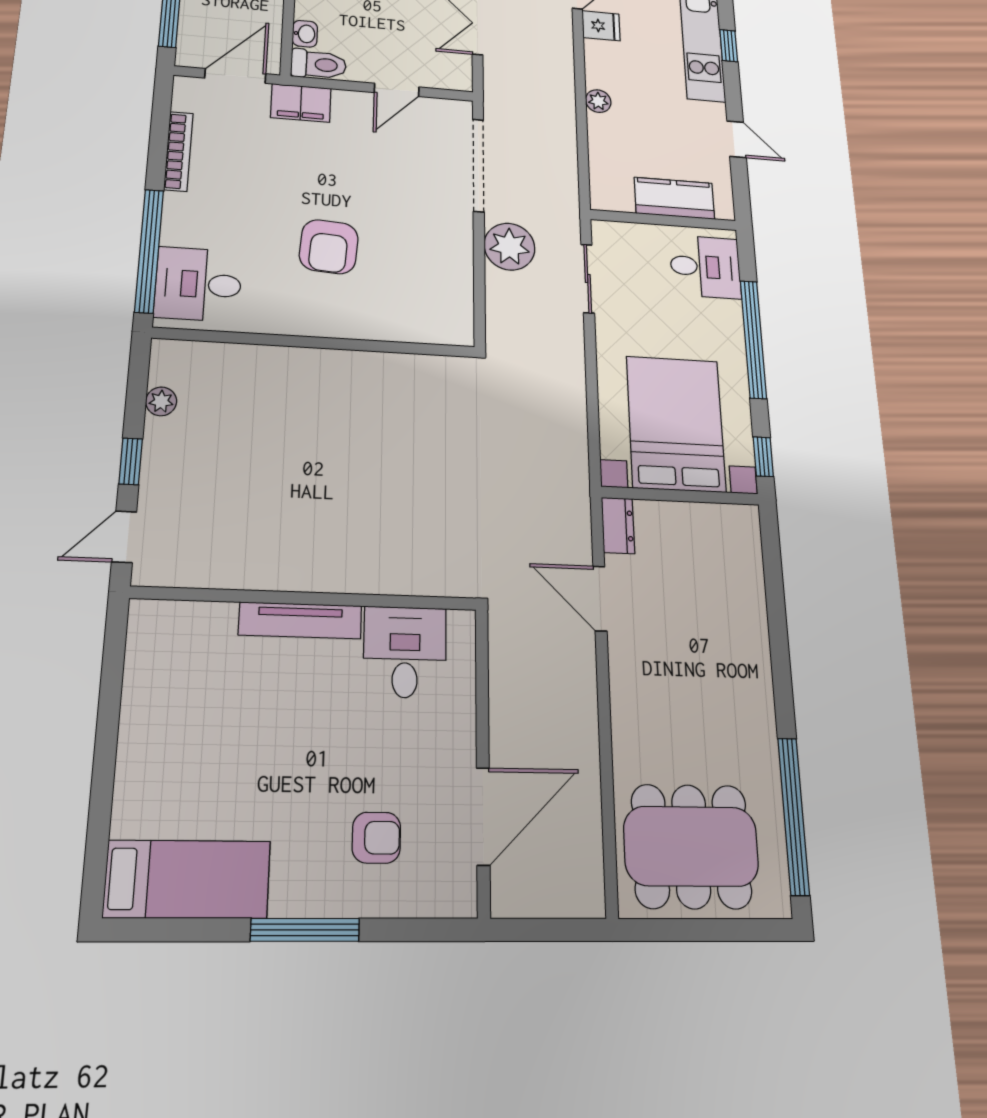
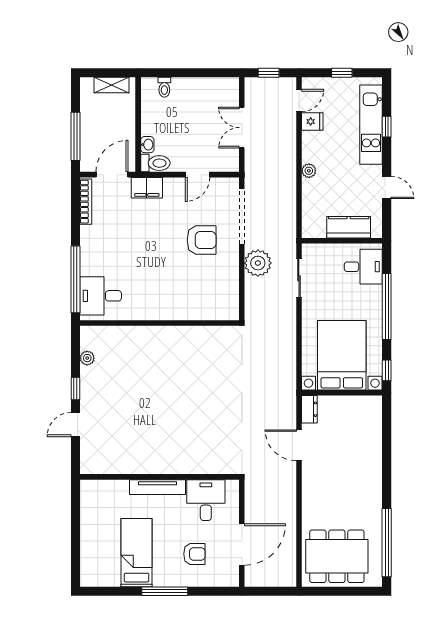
bookcase: (178, 151) -> (86, 202), moved
armchair: (329, 247) -> (202, 240), moved, turned -94
wall: (306, 598) -> (160, 477), moved
tv unit: (300, 620) -> (157, 487), moved
desk: (405, 652) -> (206, 500), moved
bed: (187, 879) -> (137, 553), moved, turned -90

